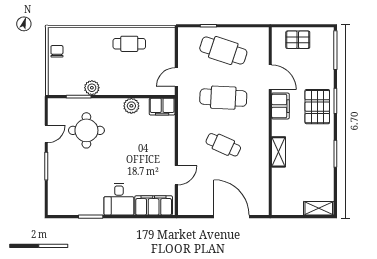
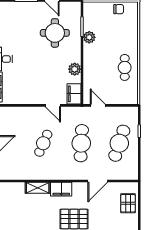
filing cabinet: (280, 106) -> (61, 189), moved
door: (176, 175) -> (53, 105), moved

